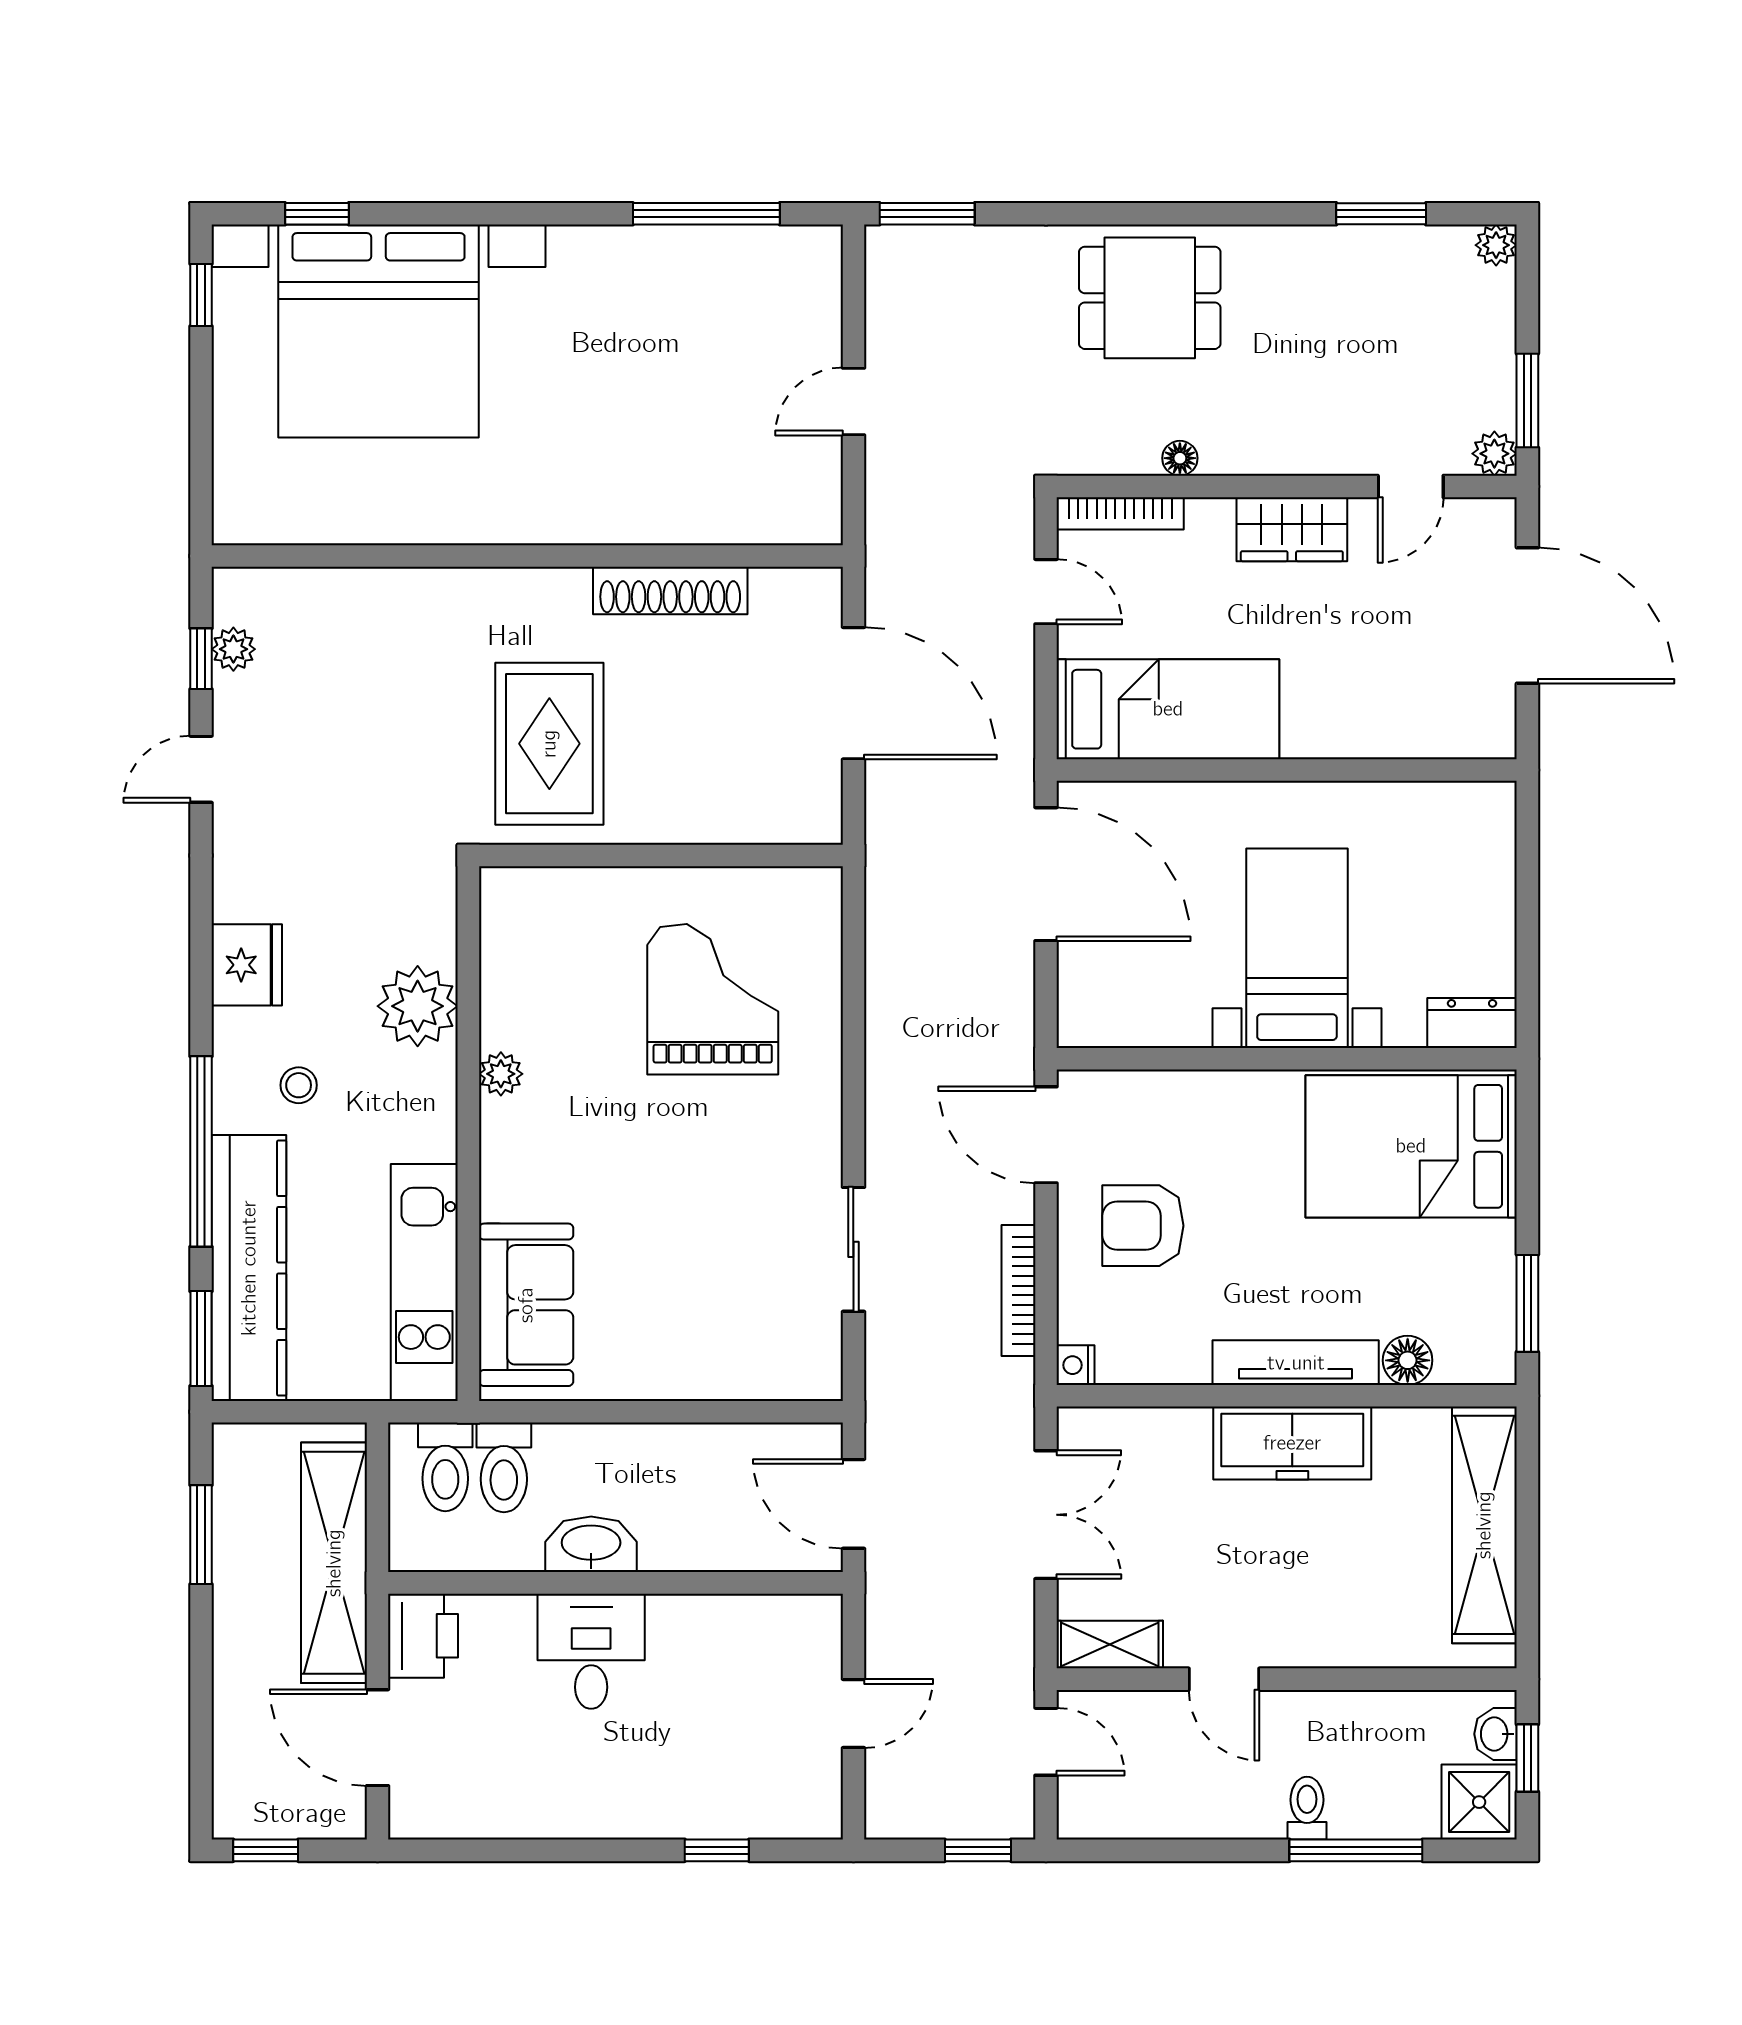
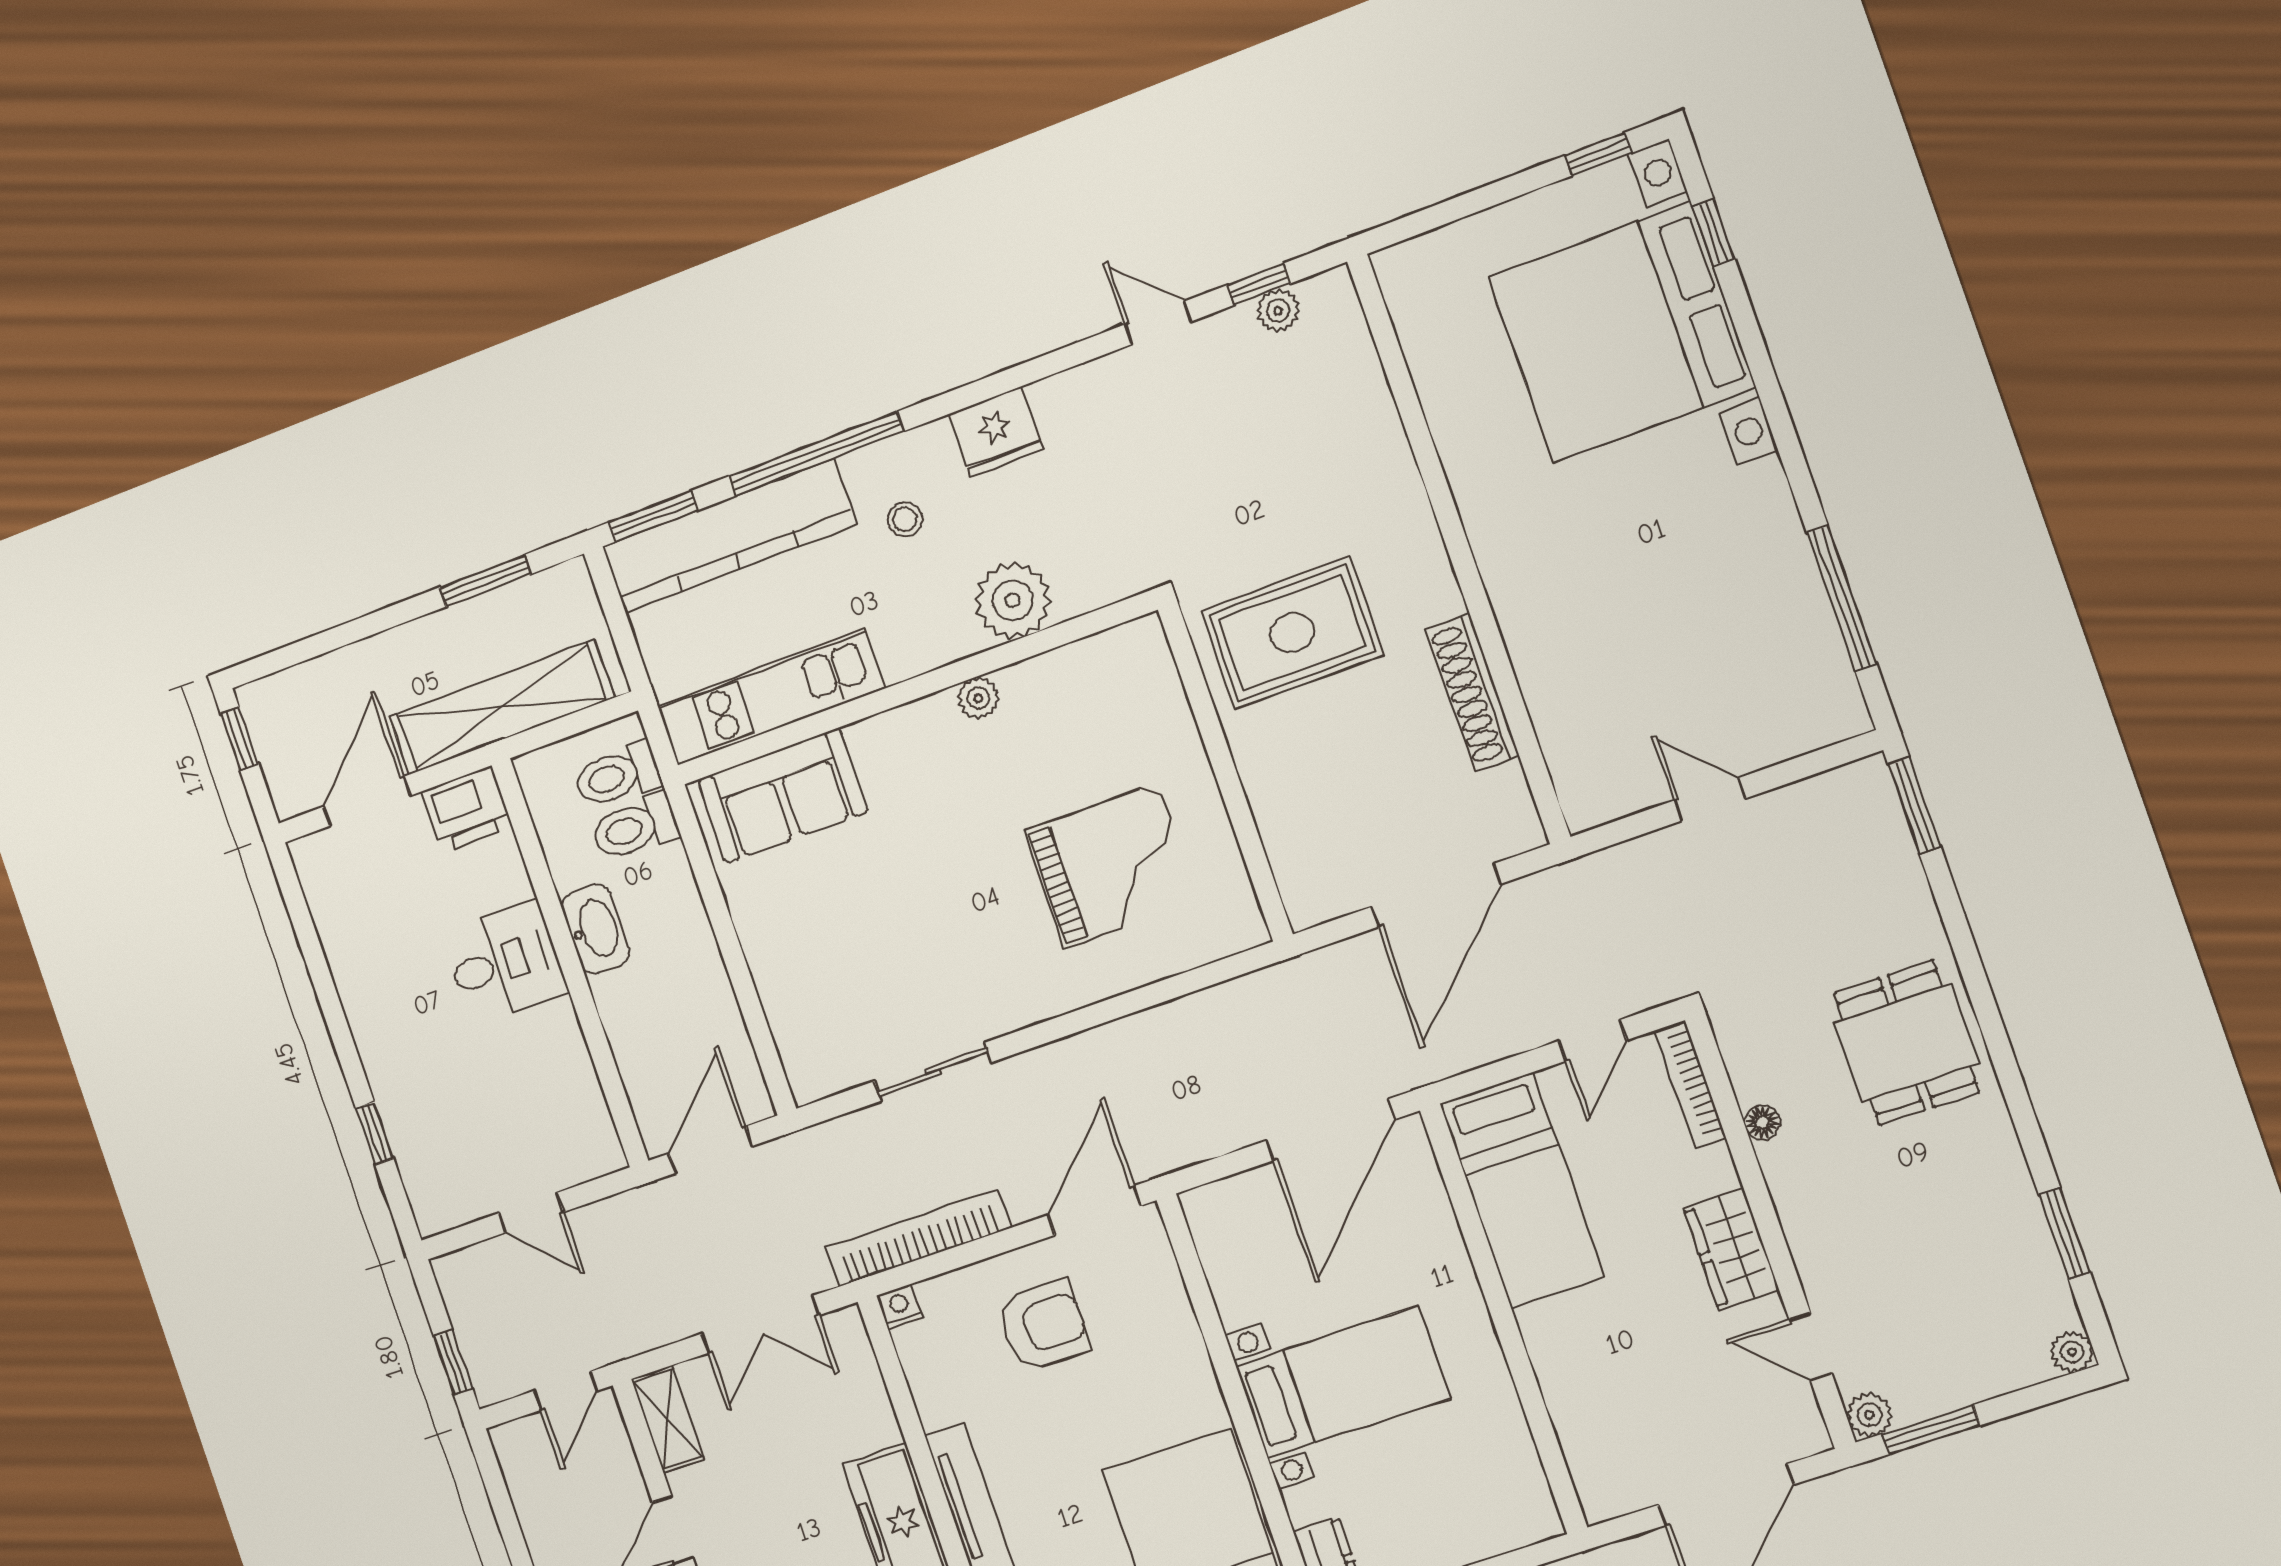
armchair: (1143, 1226) -> (1044, 1325), turned 90
bookcase: (1019, 1290) -> (918, 1238), width x1.48, depth x1.31

